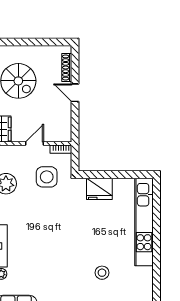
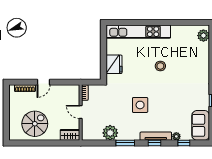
side table: (47, 177) -> (140, 105), moved
stool: (102, 273) -> (160, 66), moved

